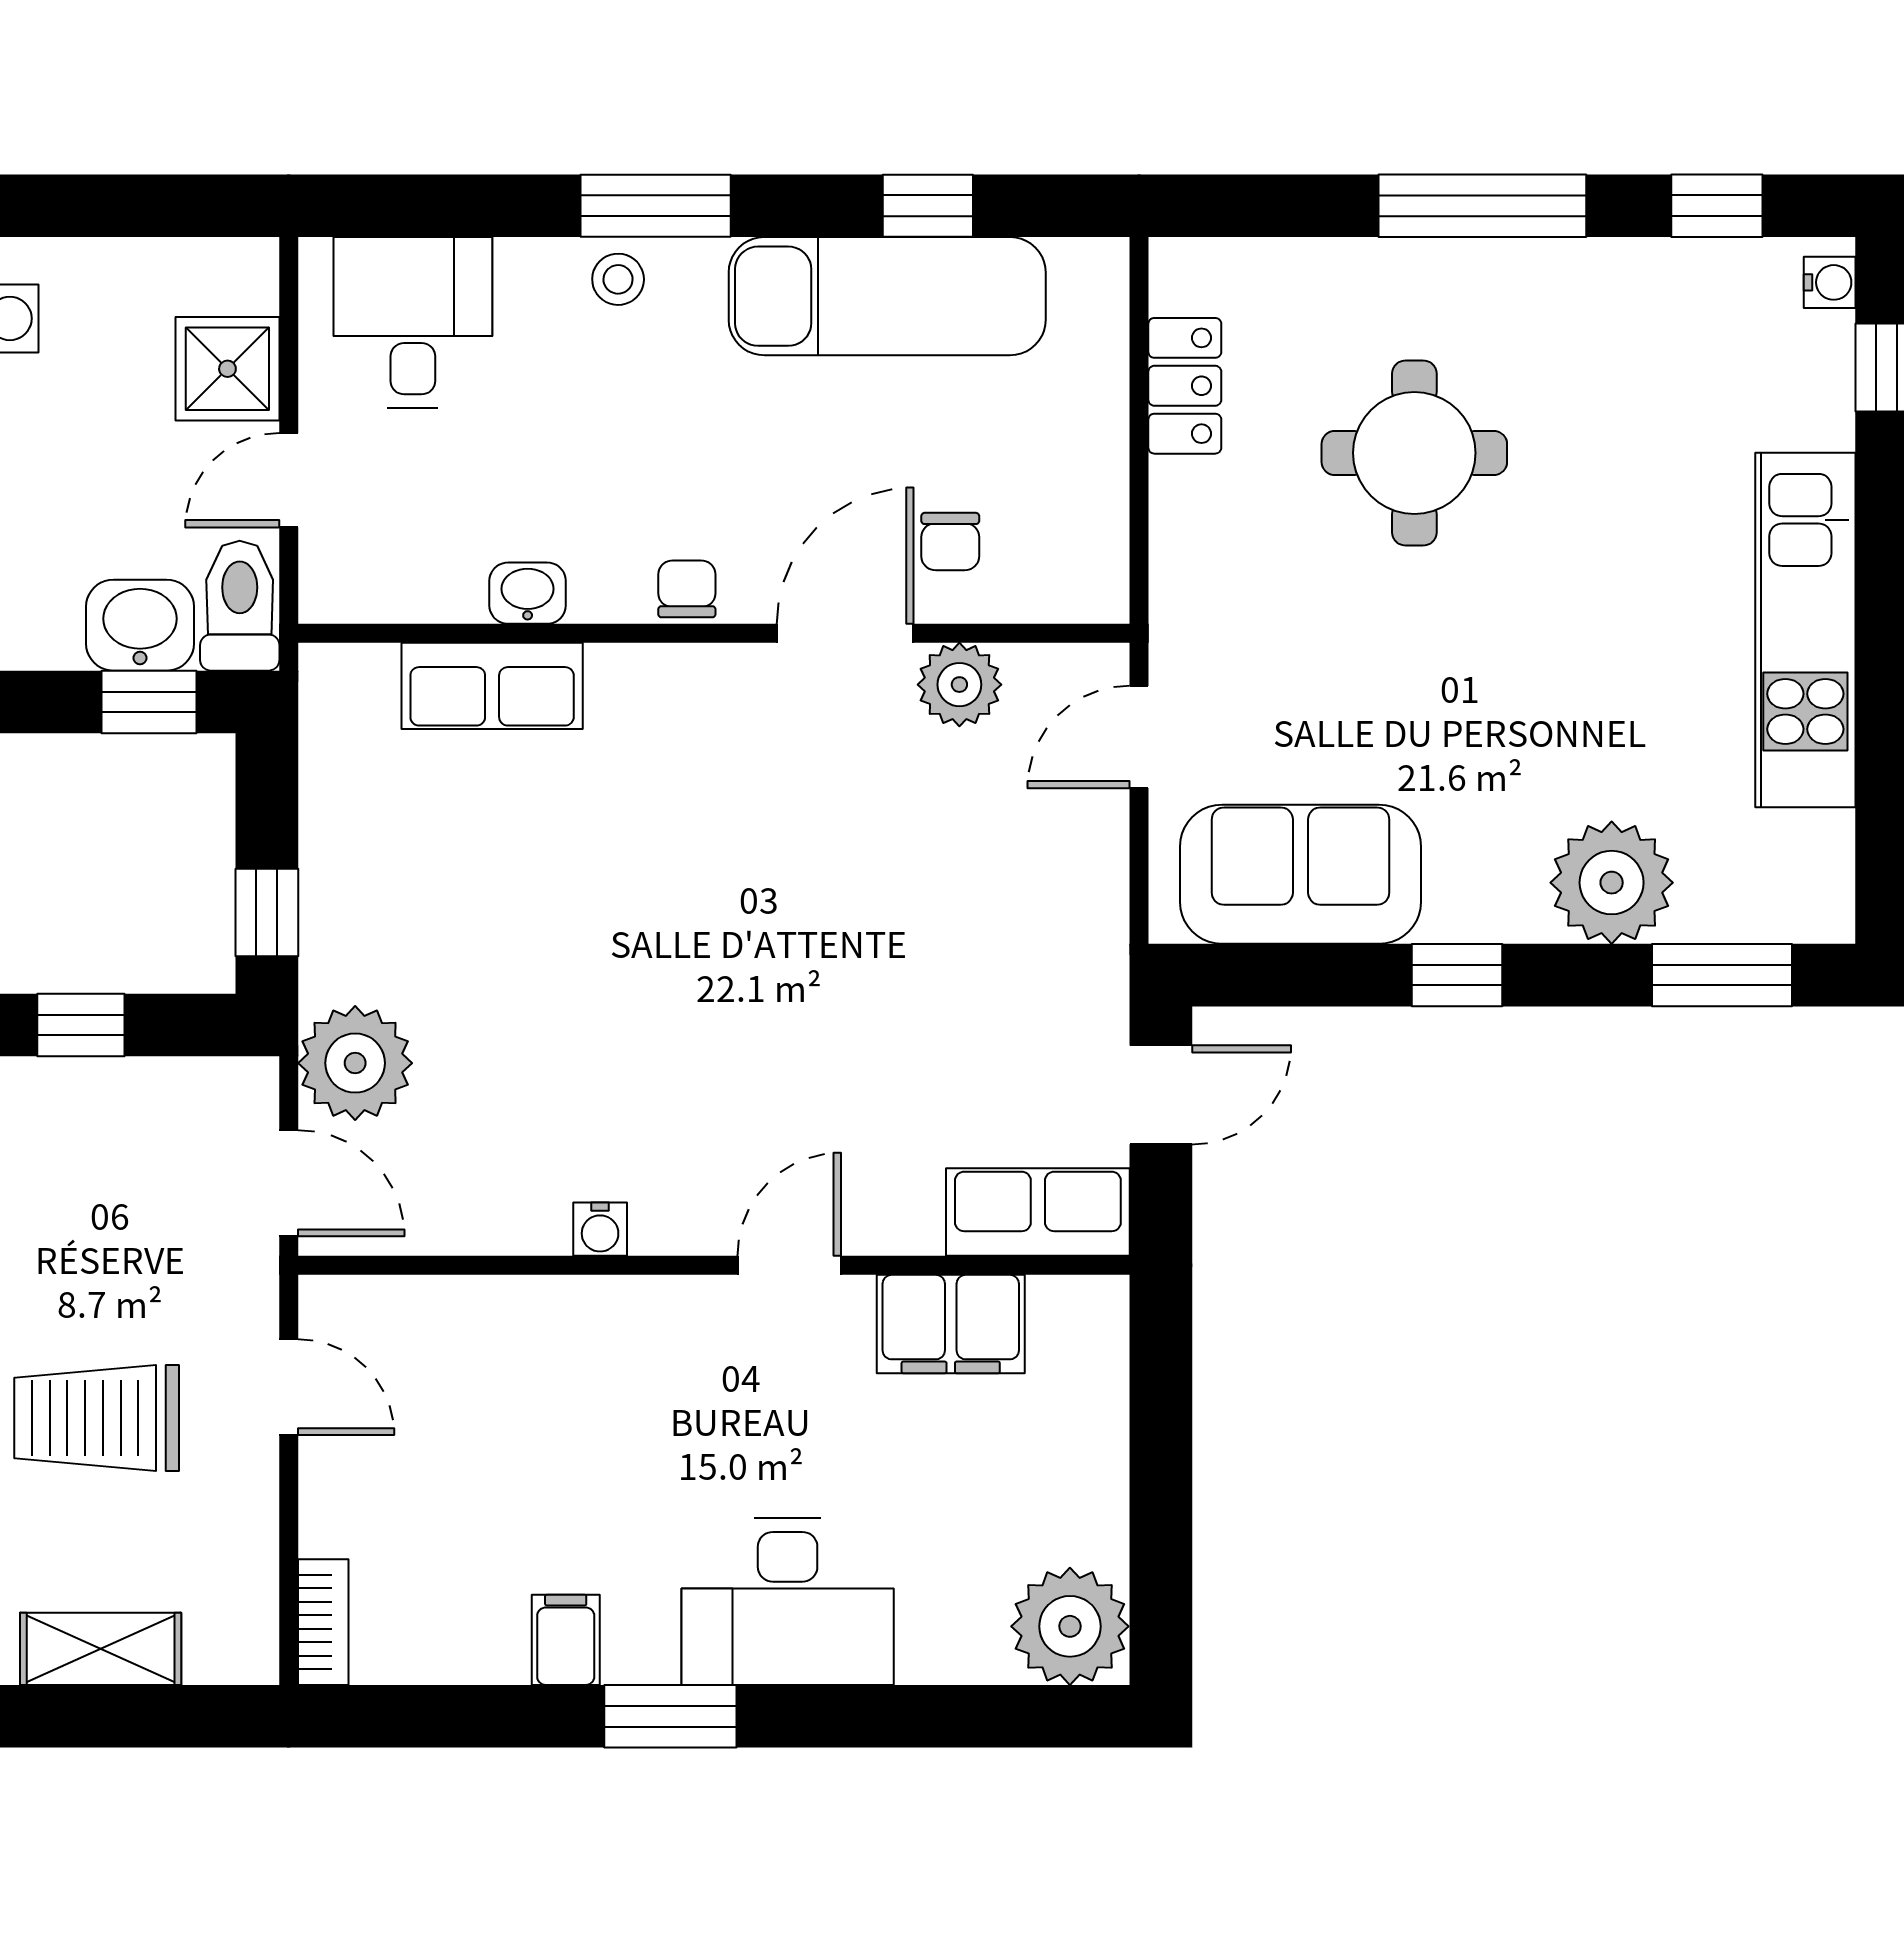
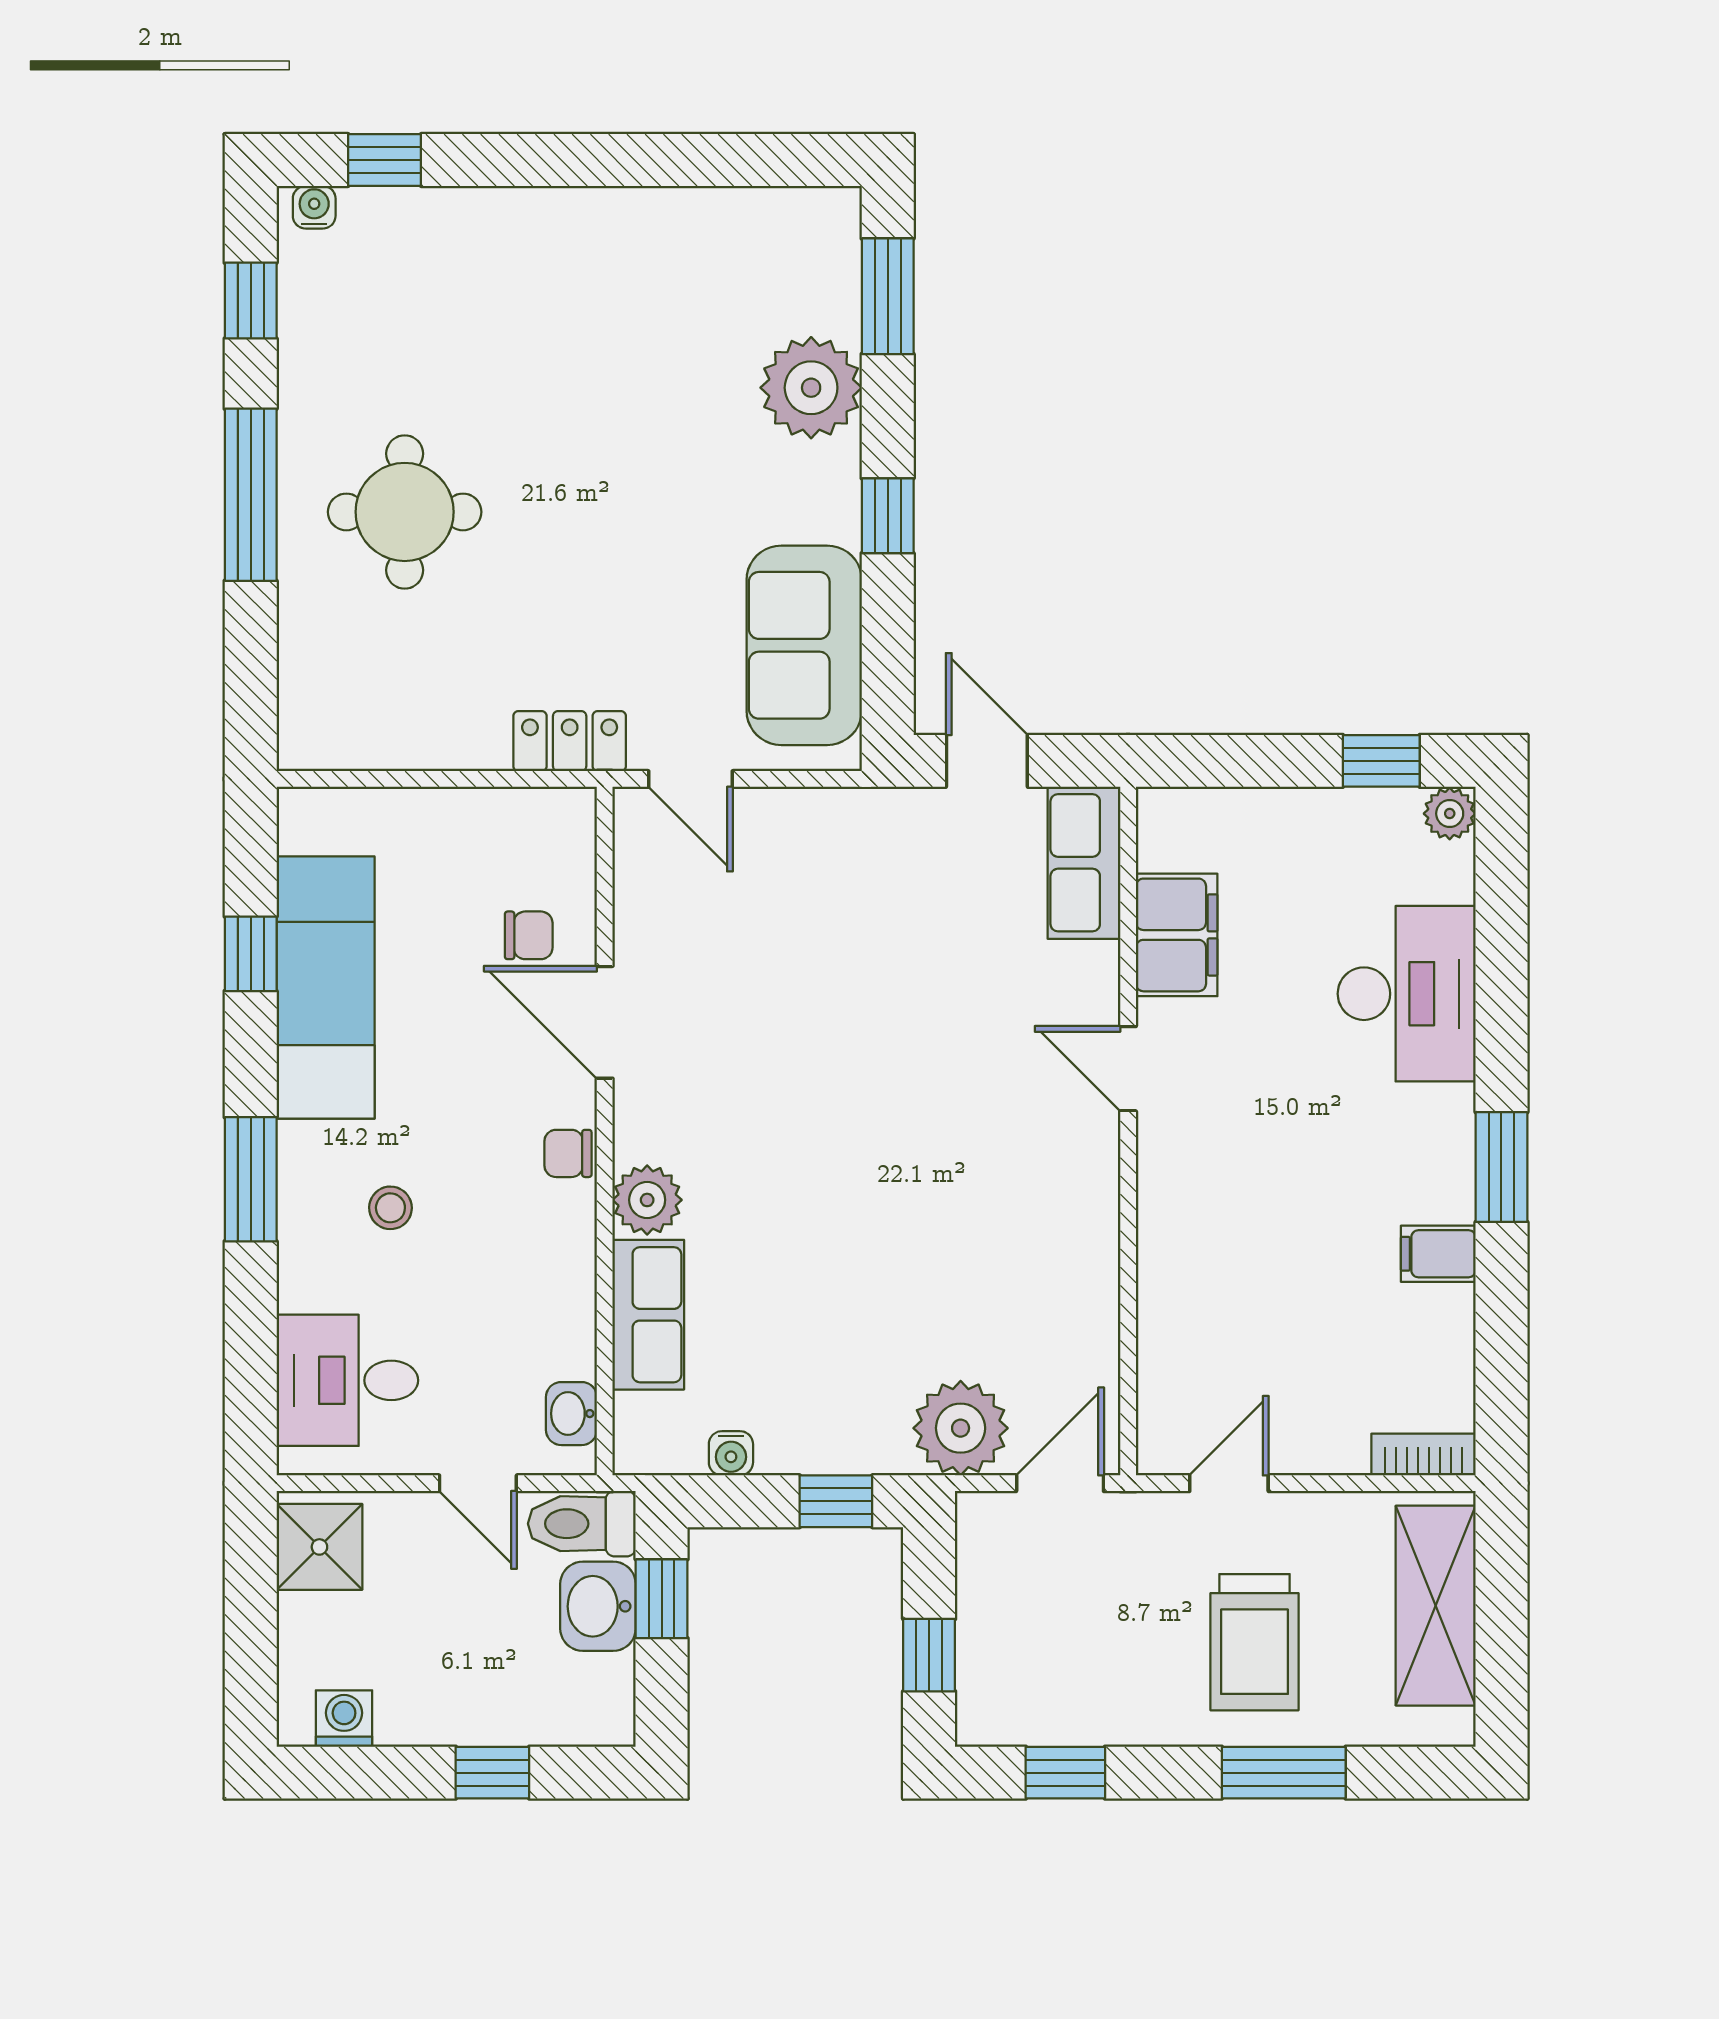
stool: (618, 279) -> (390, 1208), moved
shower: (227, 369) -> (319, 1547), moved
locker: (1185, 386) -> (570, 741), moved
round table: (1414, 453) -> (405, 512), moved
washbasin: (528, 593) -> (571, 1414), moved
kitchen unit: (1805, 630) -> (602, 227), removed
plant: (959, 685) -> (647, 1200), moved
water cooler: (600, 1229) -> (731, 1453), moved, turned 90
window: (1161, 1571) -> (1381, 761), added
desk: (788, 1602) -> (1407, 994), moved
plant: (1070, 1626) -> (1450, 814), width x0.53, depth x0.53
shelving: (101, 1649) -> (1436, 1606), width x1.50, depth x1.33

